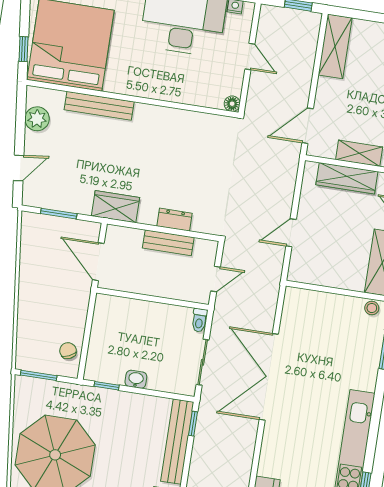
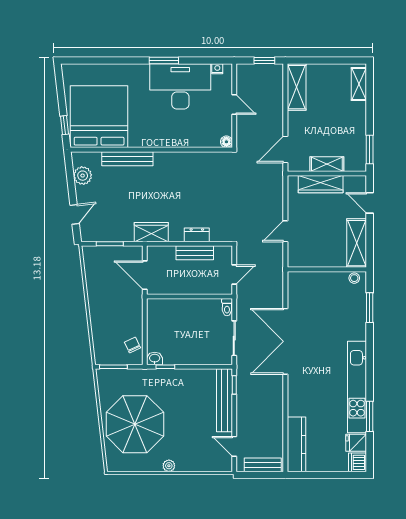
washbasin: (136, 379) -> (155, 359), moved

